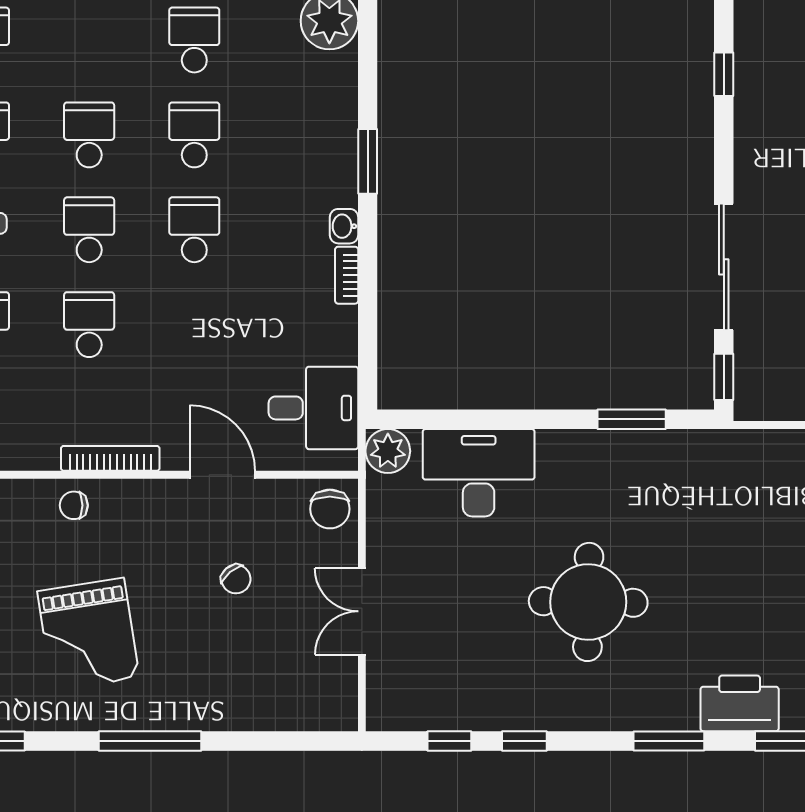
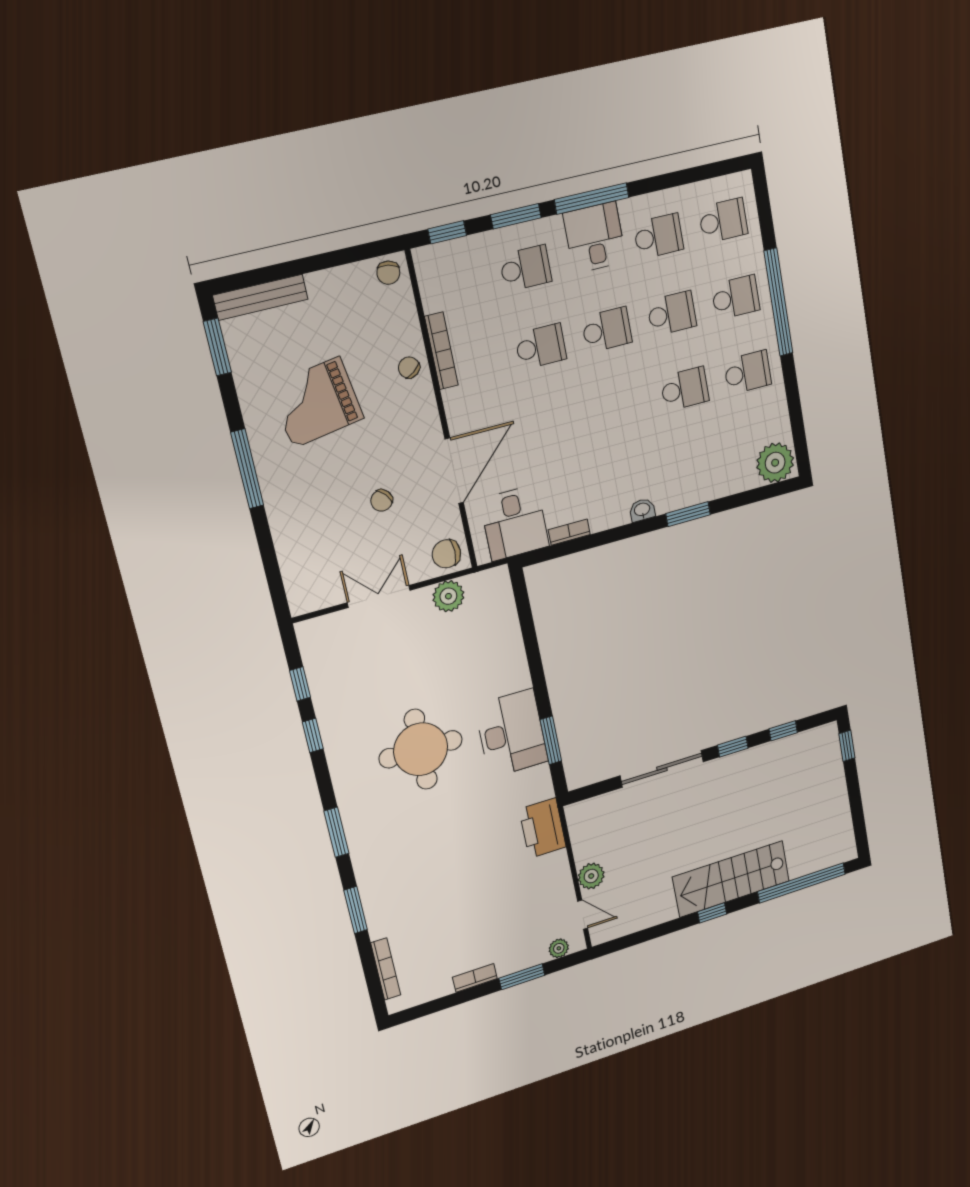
school desk: (194, 230) -> (736, 297), moved
bookcase: (347, 275) -> (569, 532), moved
window: (724, 377) -> (733, 747), moved
plant: (388, 451) -> (448, 596), moved
bookcase: (110, 458) -> (441, 351), moved
desk: (479, 473) -> (511, 733), moved
door: (222, 475) -> (454, 471), width x1.36
chair: (74, 505) -> (409, 368), turned -37
printer: (740, 703) -> (543, 828), moved, turned 180

